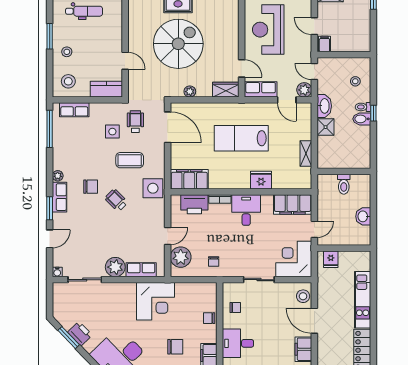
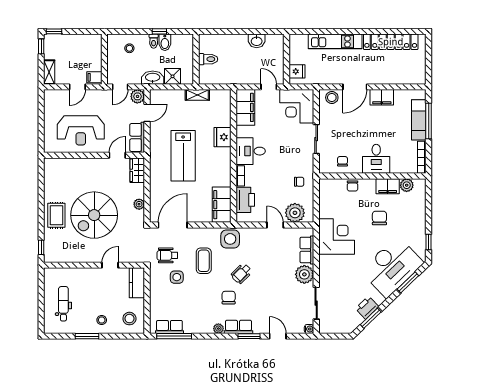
spiral stairs: (178, 44) -> (94, 215), turned -90
row of seats: (74, 110) -> (169, 327), moved, turned -90
wall: (344, 171) -> (196, 59), moved
toilet: (344, 184) -> (208, 59), moved

